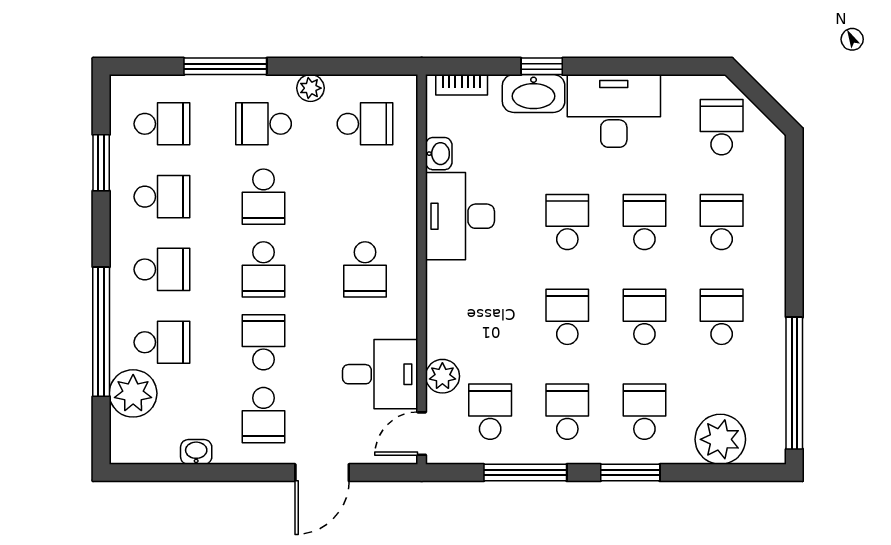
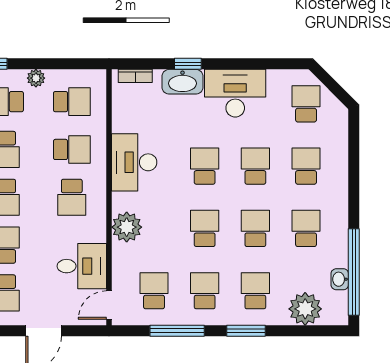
washbasin: (439, 154) -> (340, 279), moved, turned 180
school desk: (365, 197) -> (72, 149), added
plant: (442, 376) -> (127, 227), moved, width x1.36, depth x1.36

